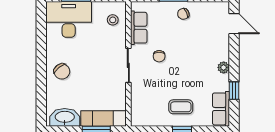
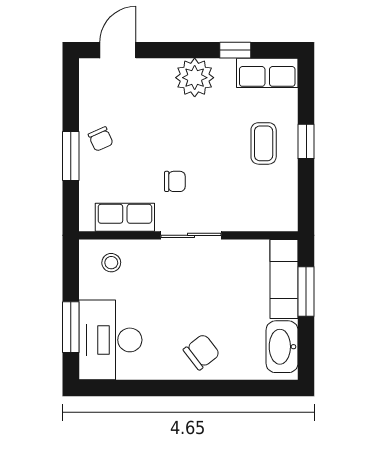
plant: (224, 67) -> (195, 78), width x1.88, depth x1.88

